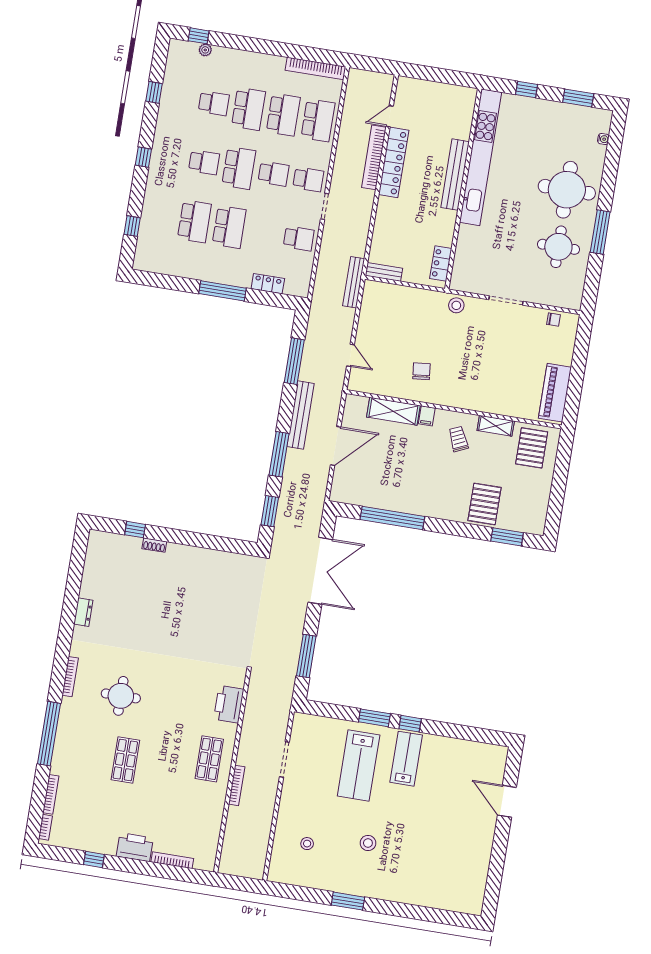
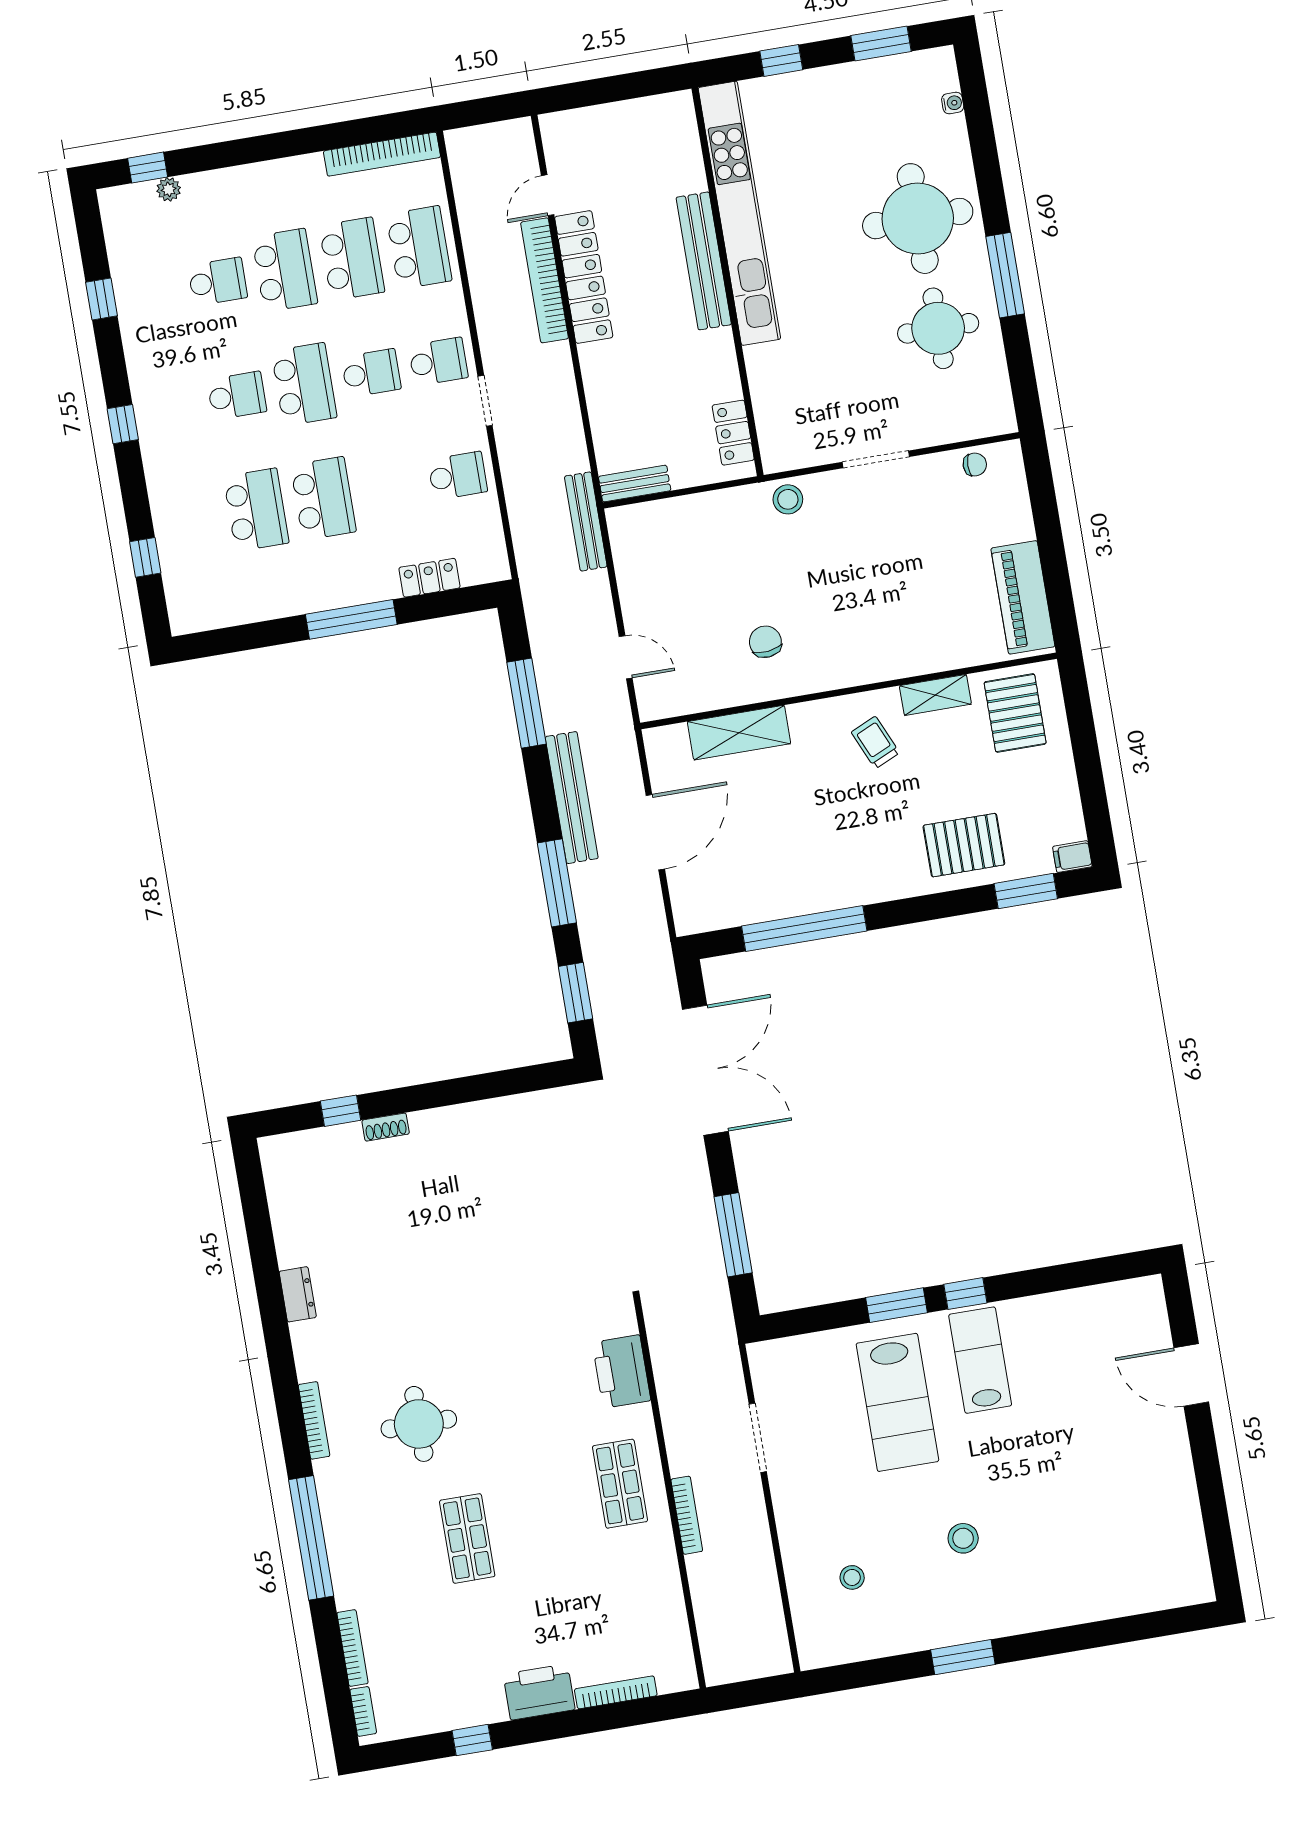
filing cabinet: (427, 416) -> (1072, 857), moved, turned 90
pallet: (485, 504) -> (964, 845), turned 90

